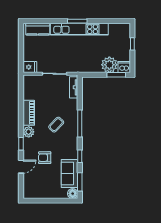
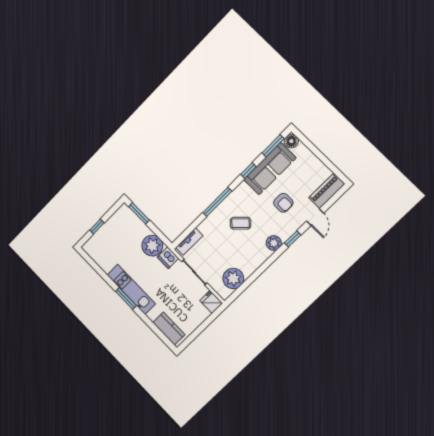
kitchen unit: (79, 29) -> (131, 289), width x0.73
plant: (109, 65) -> (152, 246), moved
dishwasher: (124, 67) -> (168, 258), moved
plant: (31, 92) -> (233, 278), added
piano: (29, 113) -> (327, 191), moved
door: (21, 167) -> (315, 217), swing flipped
sofa: (70, 173) -> (270, 169), width x1.36

